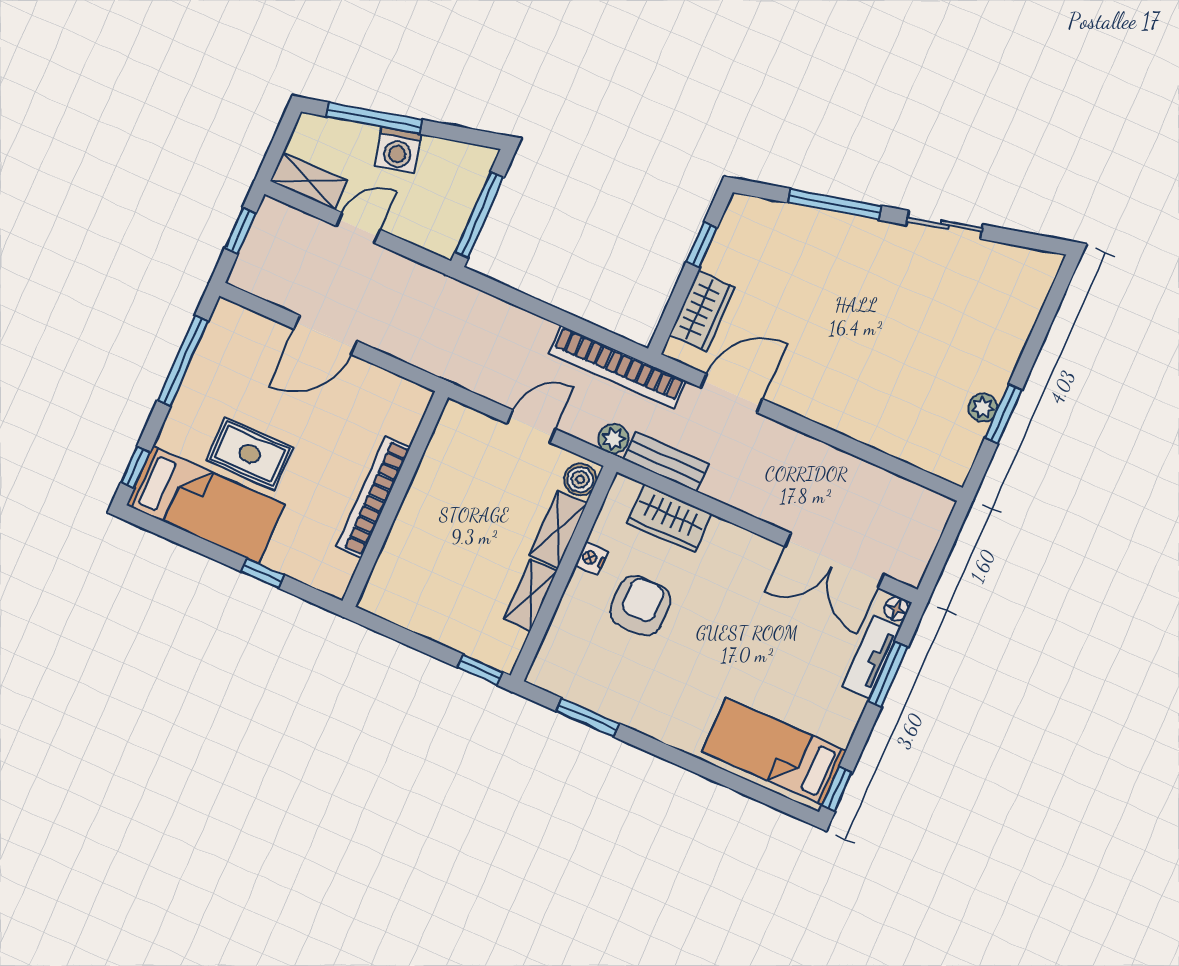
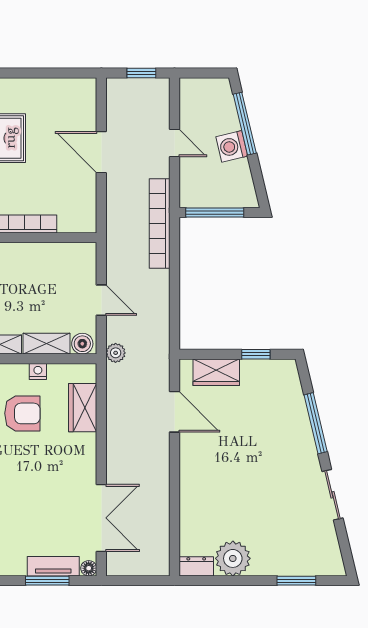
shelving: (309, 181) -> (190, 101), removed
window: (183, 361) -> (48, 73), removed
bookcase: (618, 367) -> (160, 224), moved
plant: (983, 408) -> (233, 558), width x1.88, depth x1.88
window: (1003, 414) -> (296, 581), moved
dresser: (960, 458) -> (196, 566), added
bench: (666, 462) -> (116, 391), removed
double door: (834, 560) -> (101, 518), swing flipped

